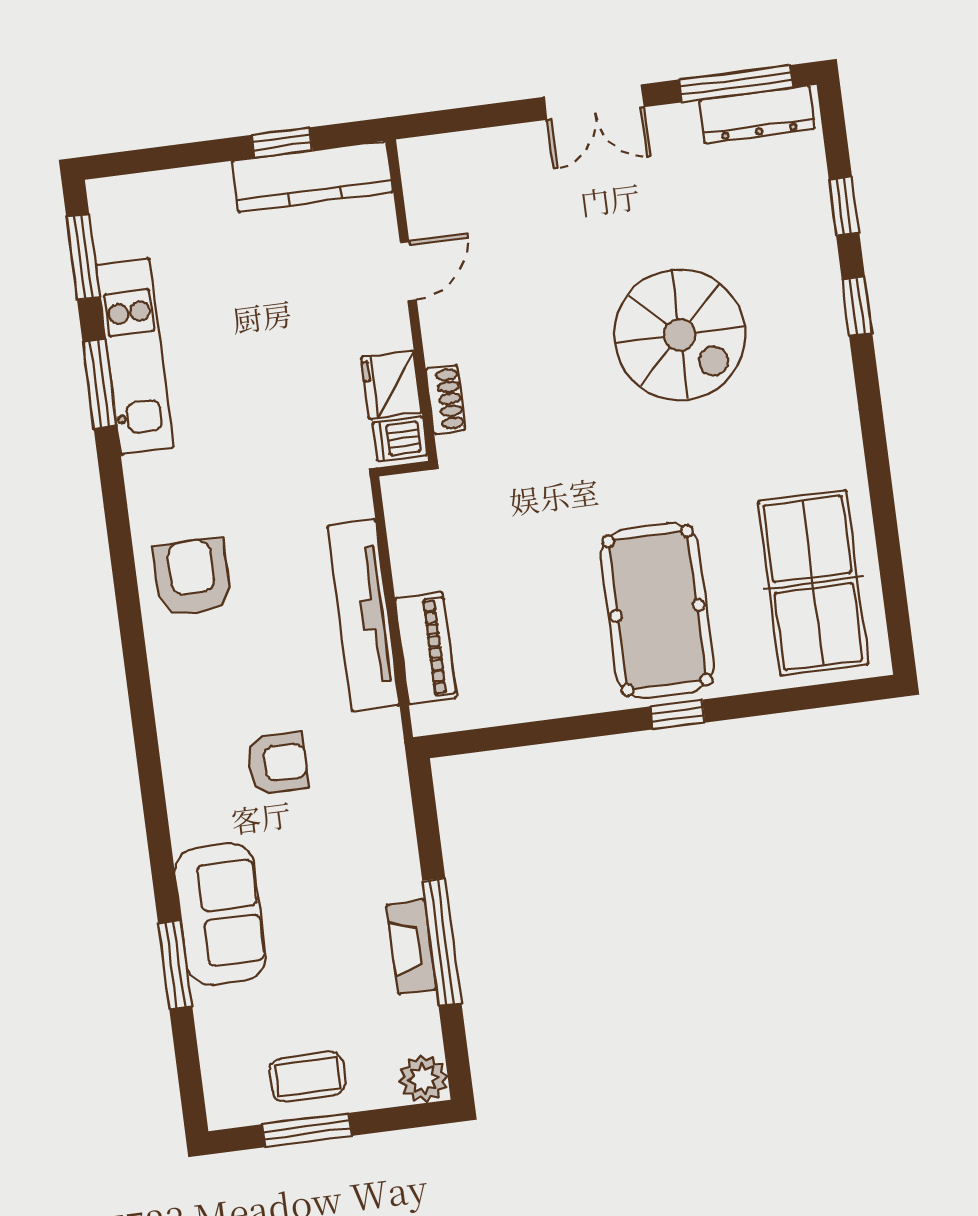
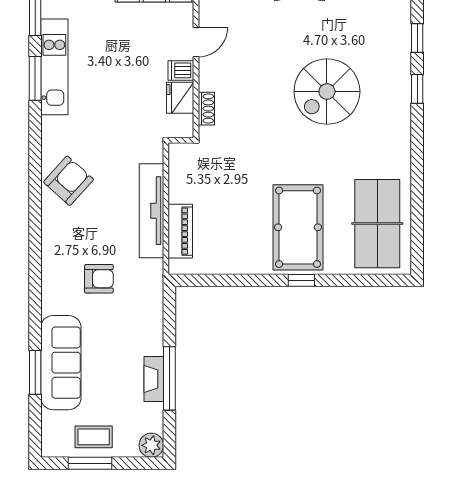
spiral stairs: (680, 335) -> (327, 92), turned 90
dishwasher: (400, 439) -> (181, 70), moved
armchair: (192, 577) -> (69, 181), turned 42
sofa: (220, 914) -> (61, 363), width x1.36

